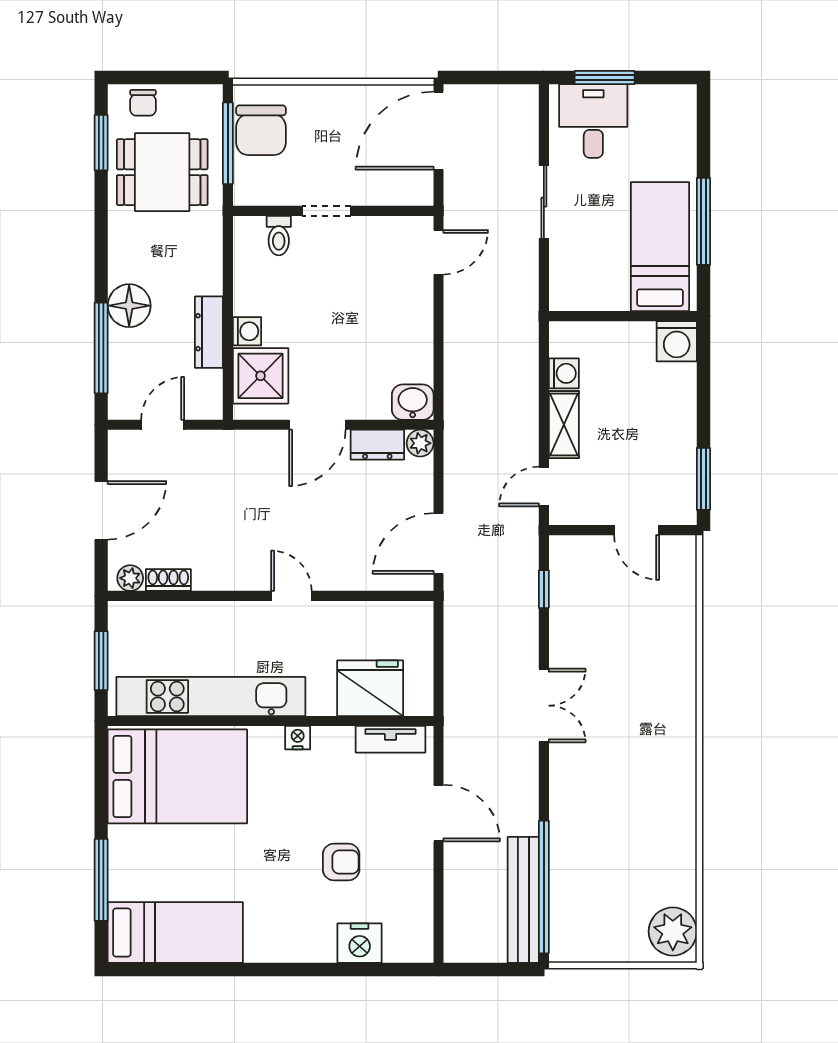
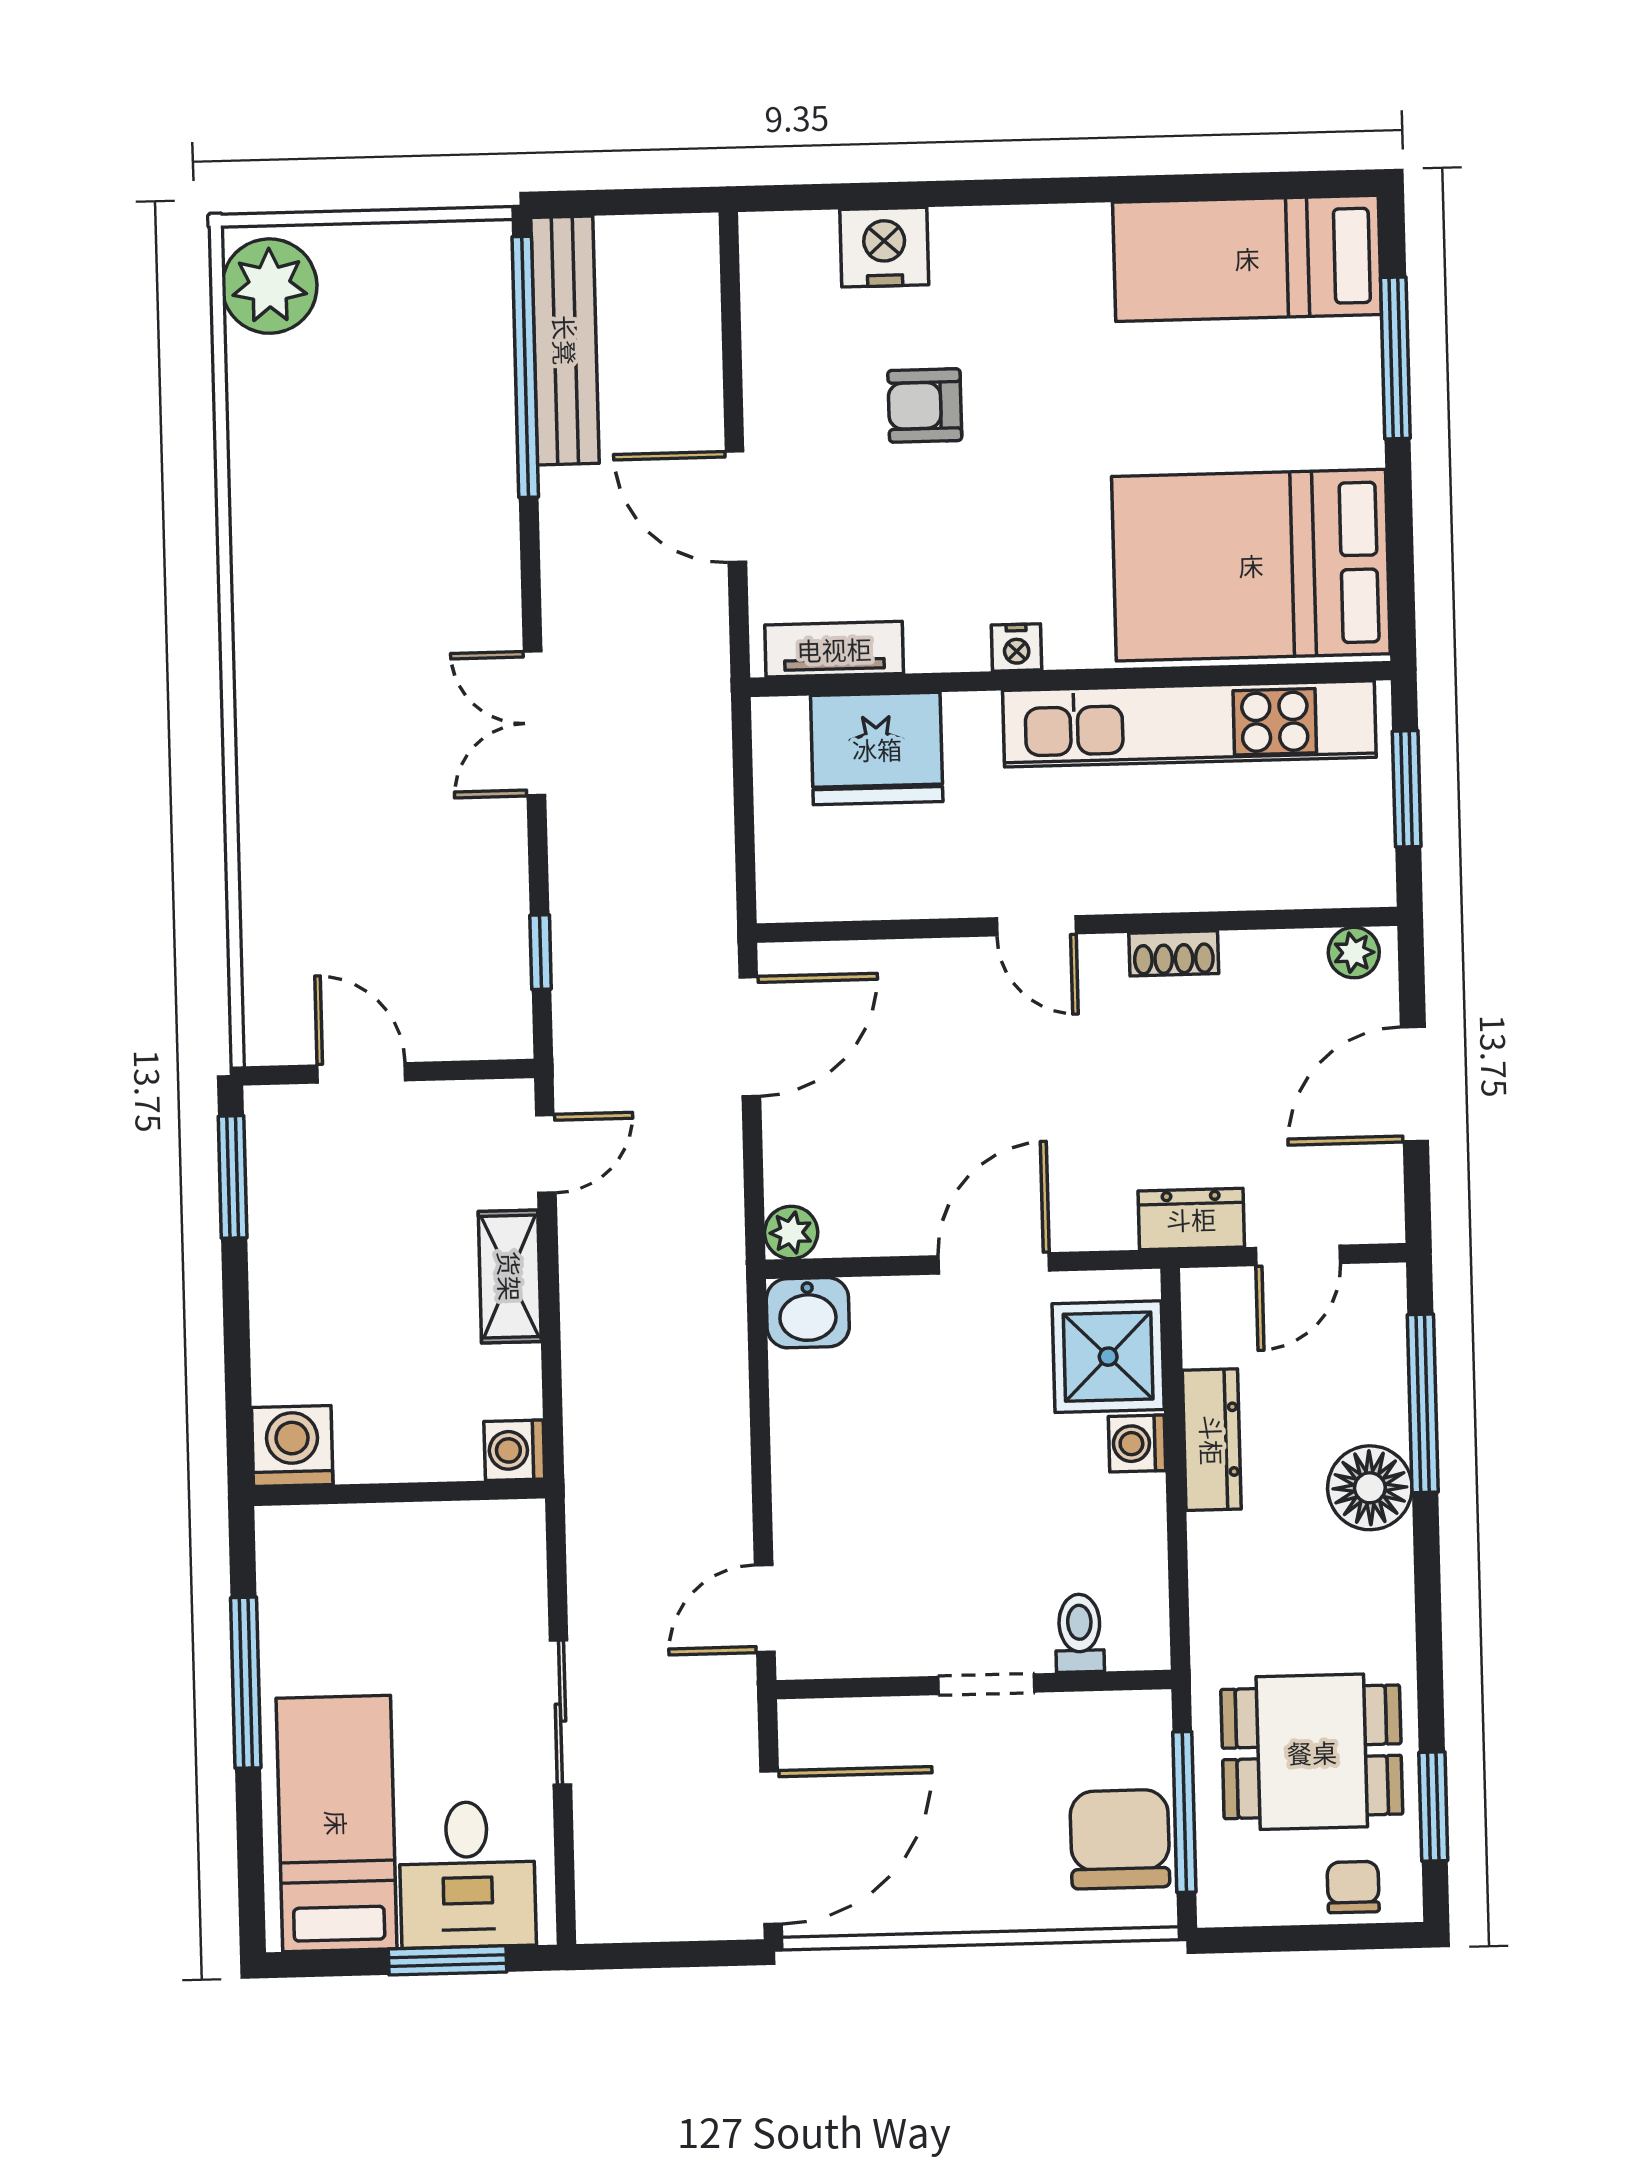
bed: (660, 247) -> (337, 1823), moved, turned 180
washing machine: (564, 373) -> (514, 1450), moved
dresser: (377, 445) -> (1191, 1219), moved
shoe rack: (168, 580) -> (1174, 953), moved

